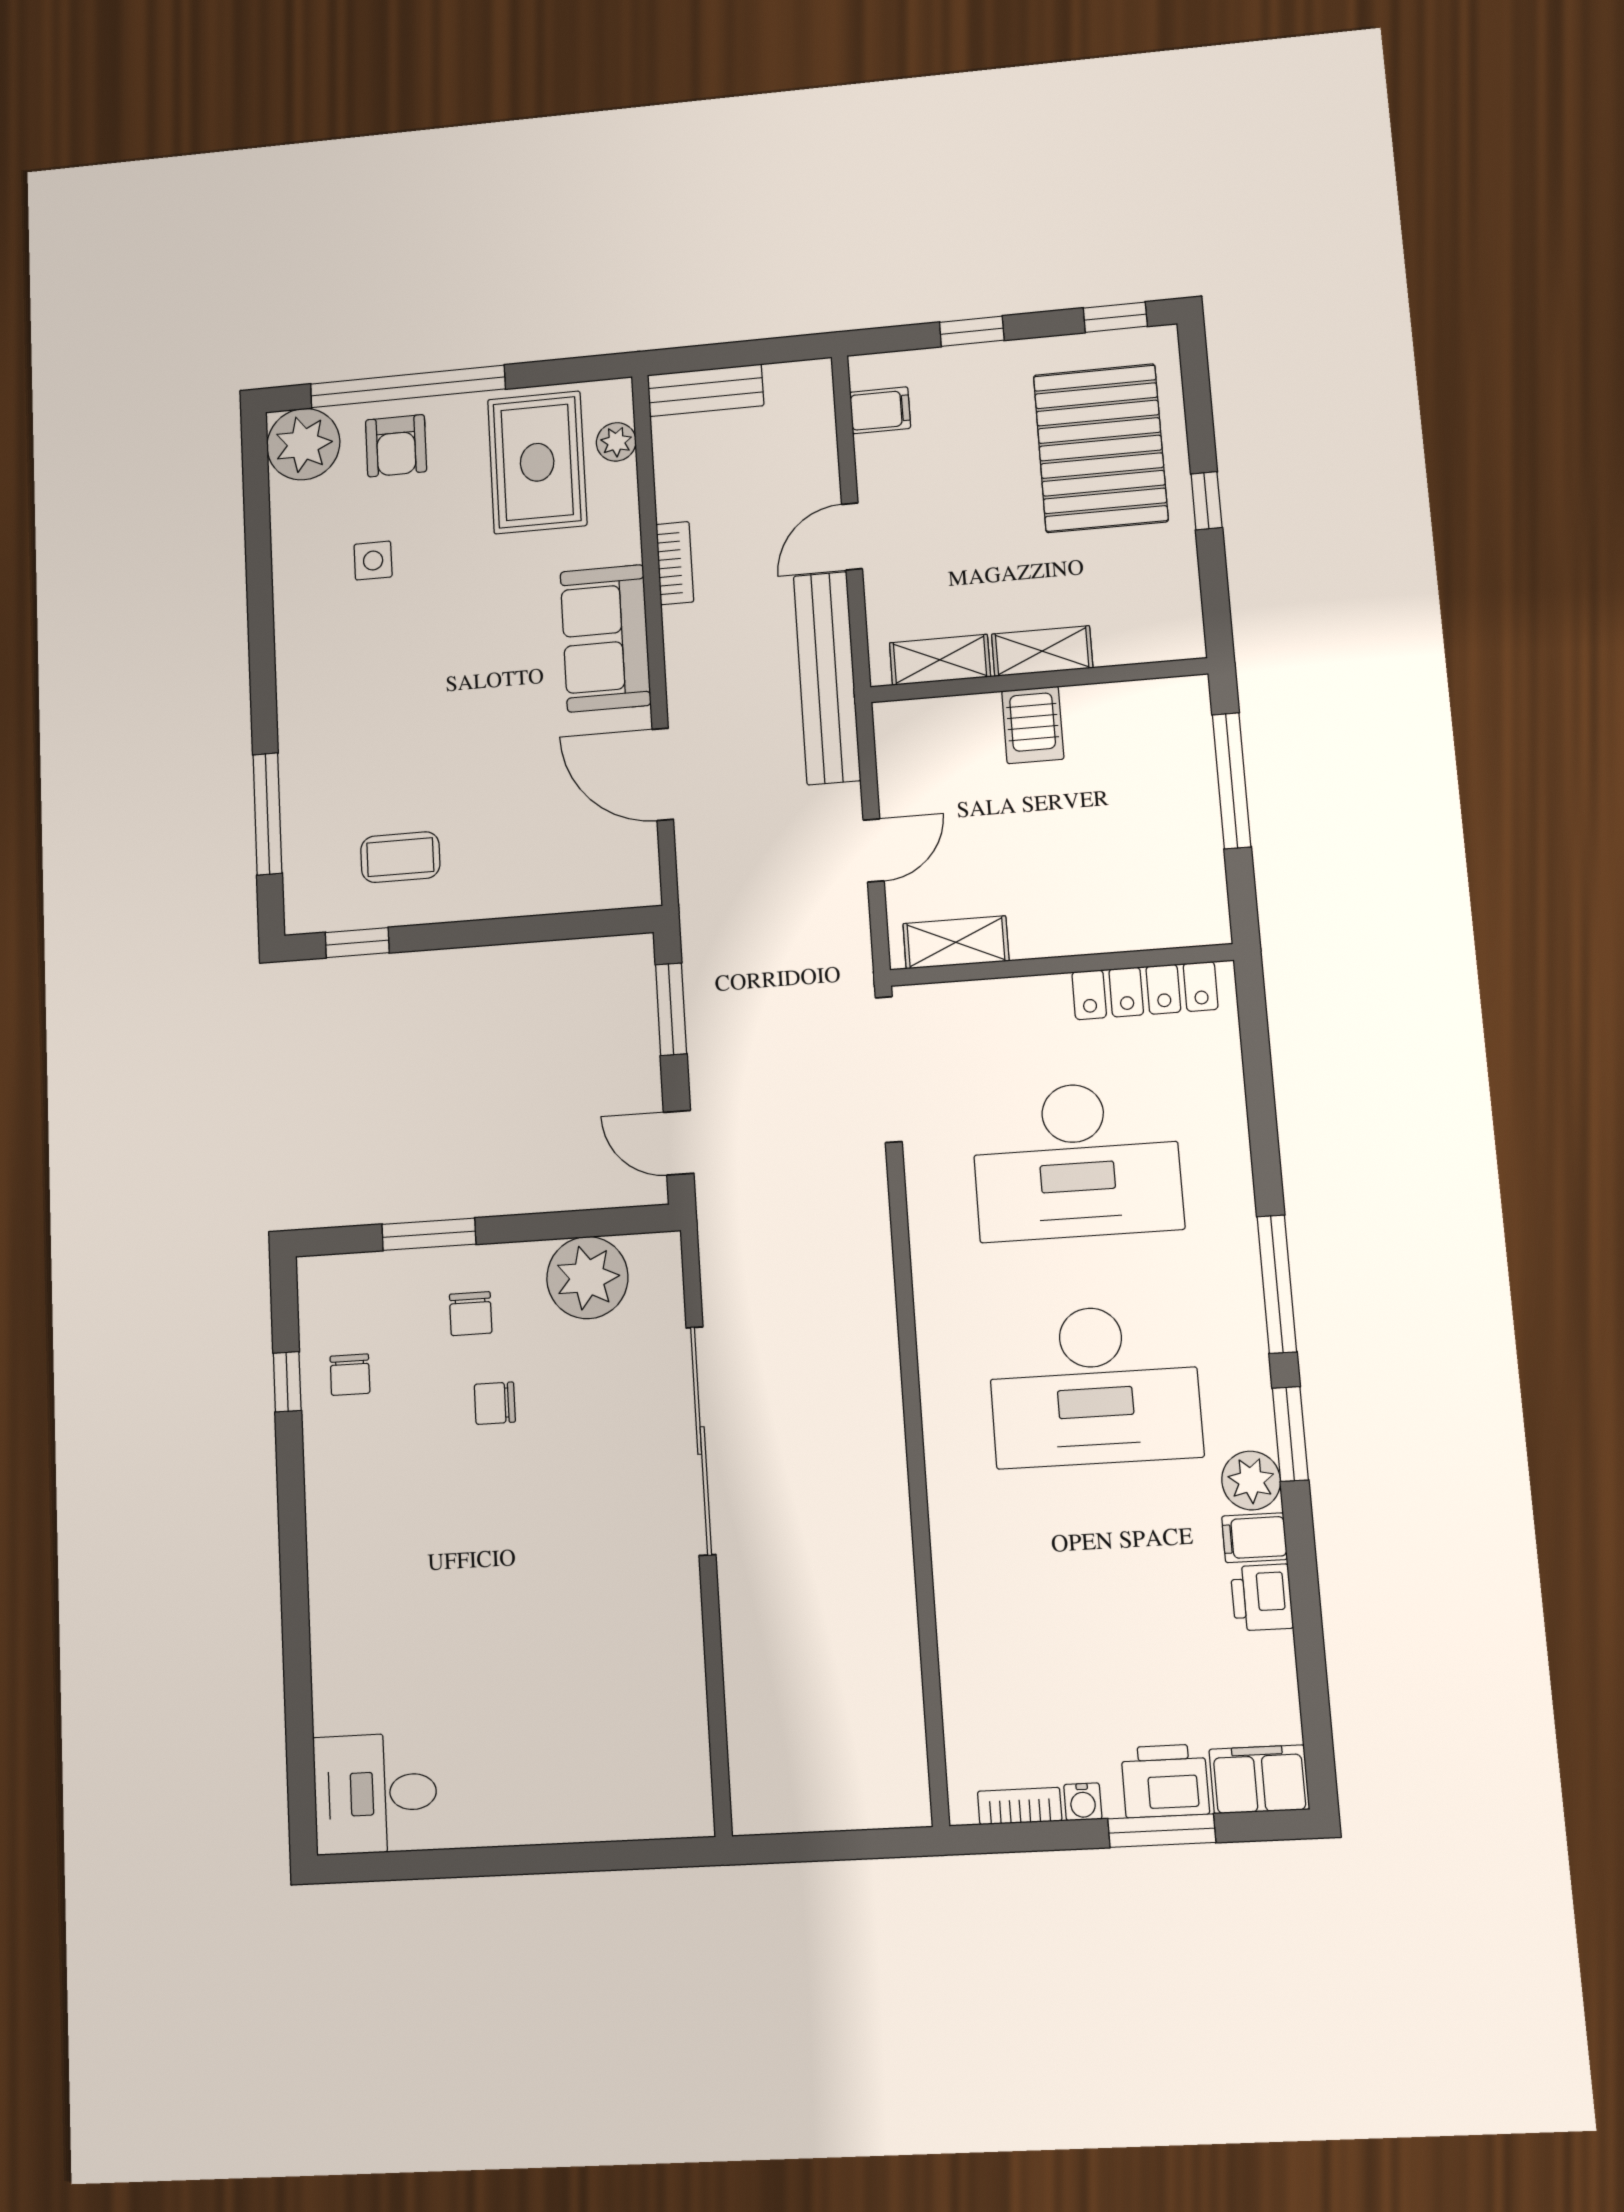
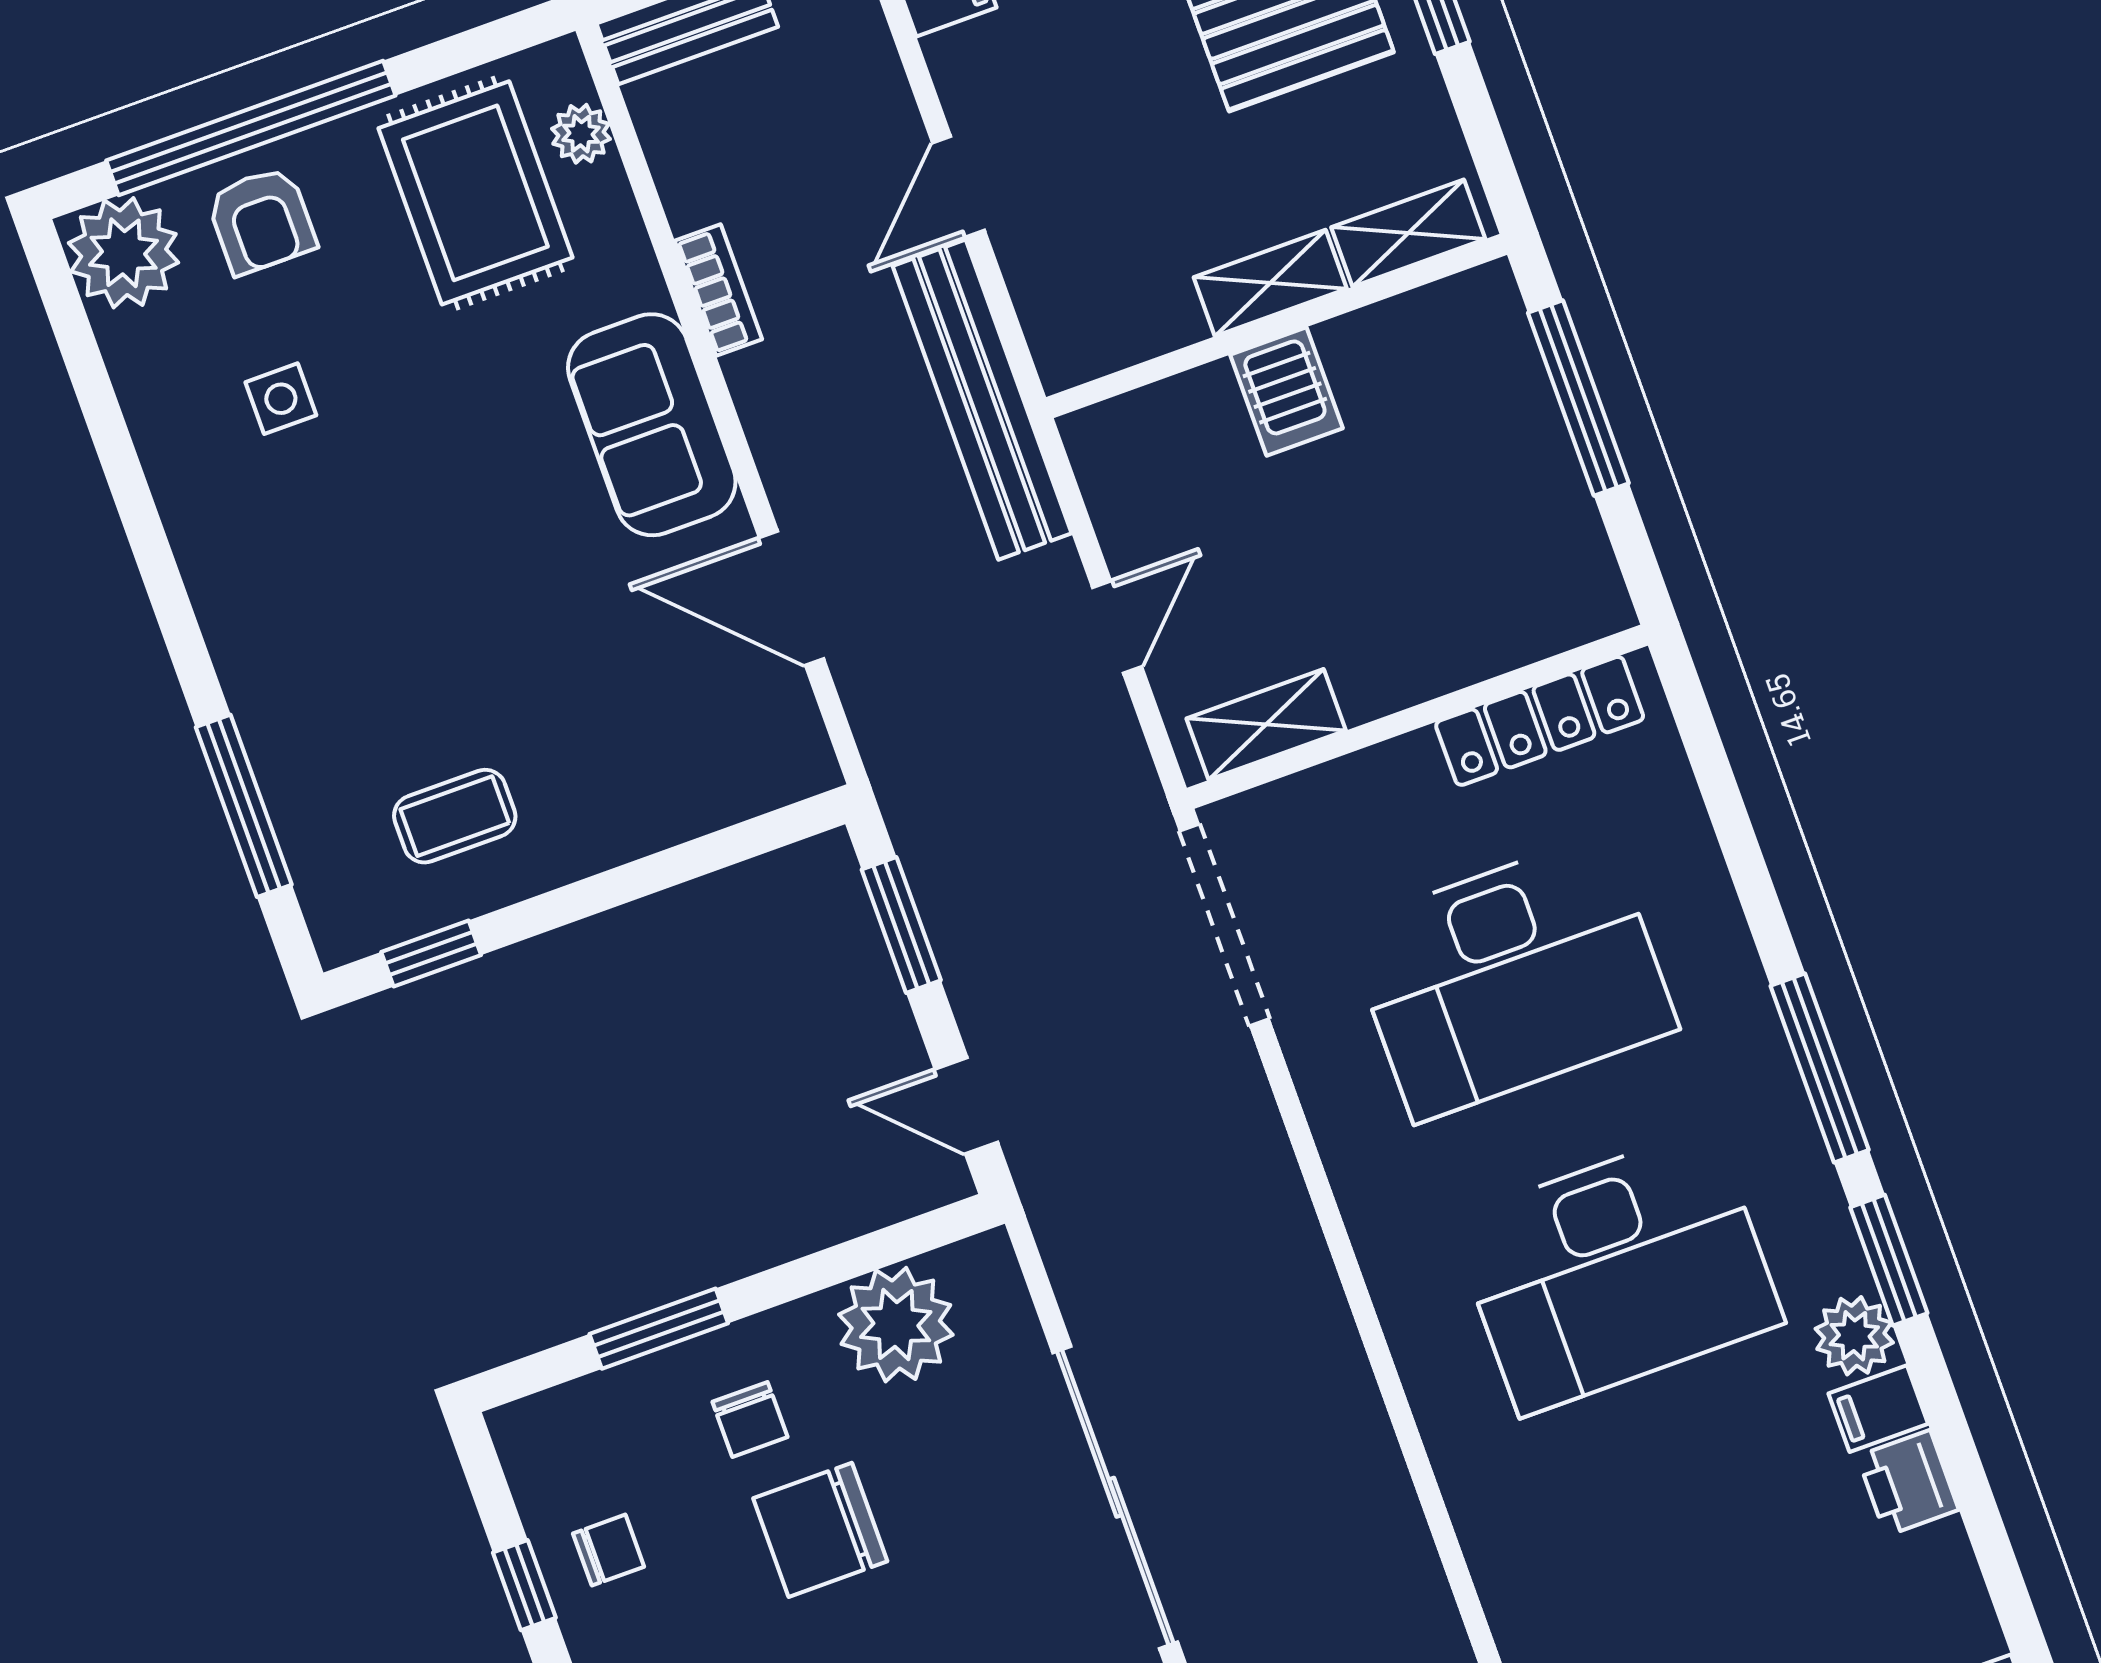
shelving: (940, 660) -> (1408, 233), moved
chair: (350, 1375) -> (609, 1550), turned -90
chair: (495, 1403) -> (820, 1530), width x1.87, depth x1.87

